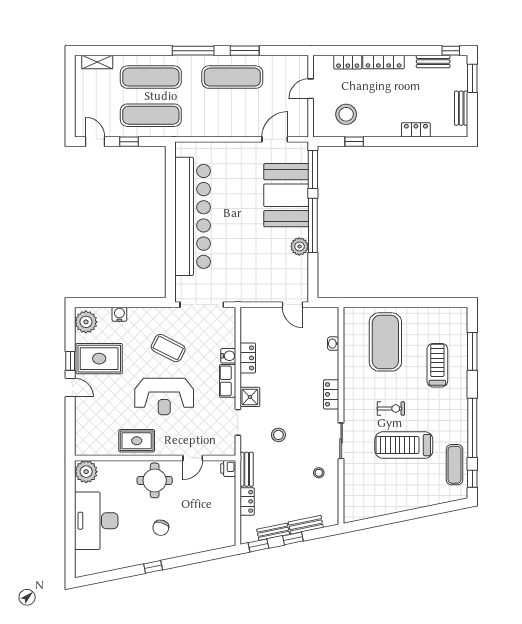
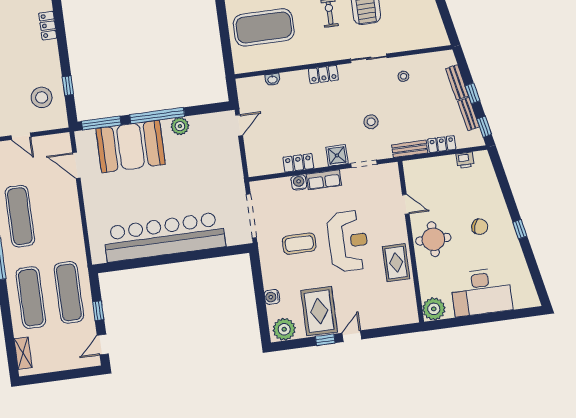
coffee table: (168, 348) -> (299, 244), turned 63
printer: (228, 468) -> (465, 160), moved

